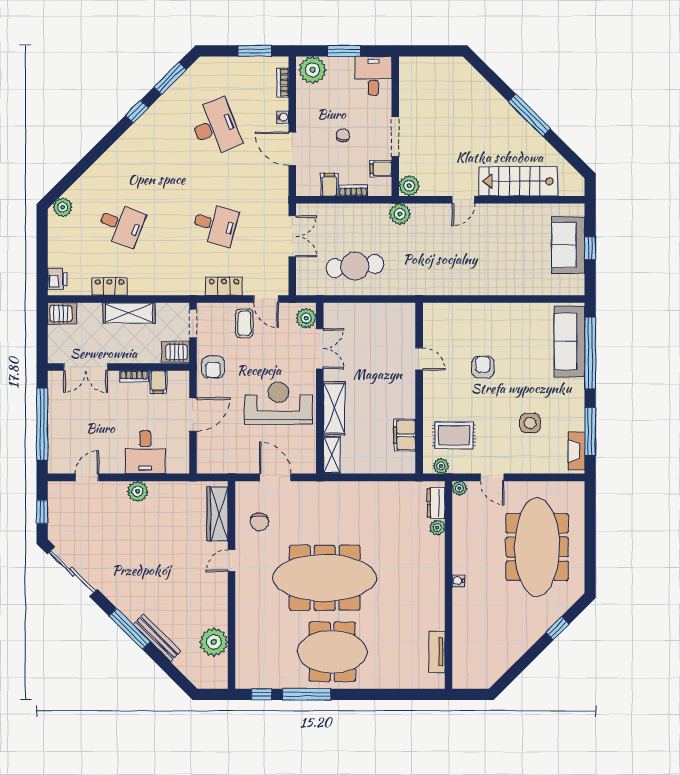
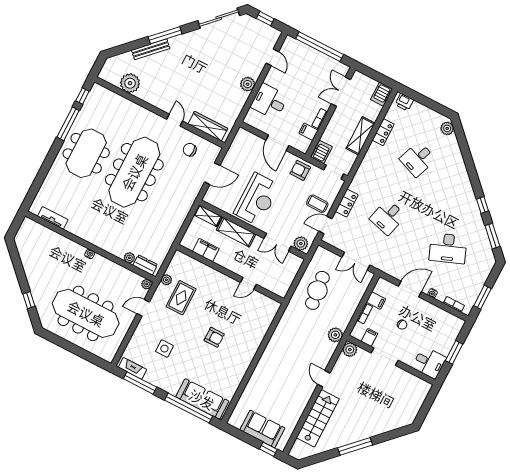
plant: (313, 70) -> (452, 327), removed
window: (590, 248) -> (268, 449), moved
door: (419, 359) -> (248, 283), moved
wall: (419, 388) -> (230, 274), moved
filing cabinet: (405, 435) -> (206, 250), moved

